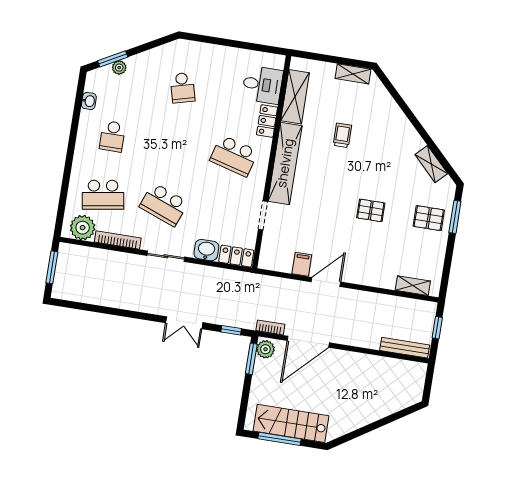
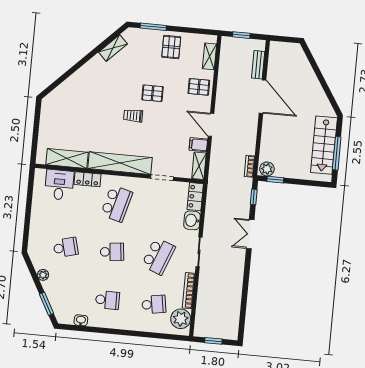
plant: (119, 68) -> (43, 275), moved
shelving: (353, 74) -> (199, 166), moved
trolley: (342, 135) -> (133, 116), moved
school desk: (173, 146) -> (112, 252), added
school desk: (103, 195) -> (154, 304), width x0.54
pallet: (371, 210) -> (153, 93), turned 90
pallet: (429, 218) -> (171, 47), moved
window: (52, 267) -> (213, 341), width x0.67
pallet: (375, 270) -> (199, 87), added
double door: (184, 323) -> (250, 234), swing flipped
door: (308, 342) -> (263, 97), moved
bench: (405, 348) -> (258, 65), width x0.73
window: (251, 359) -> (275, 180), width x0.67

